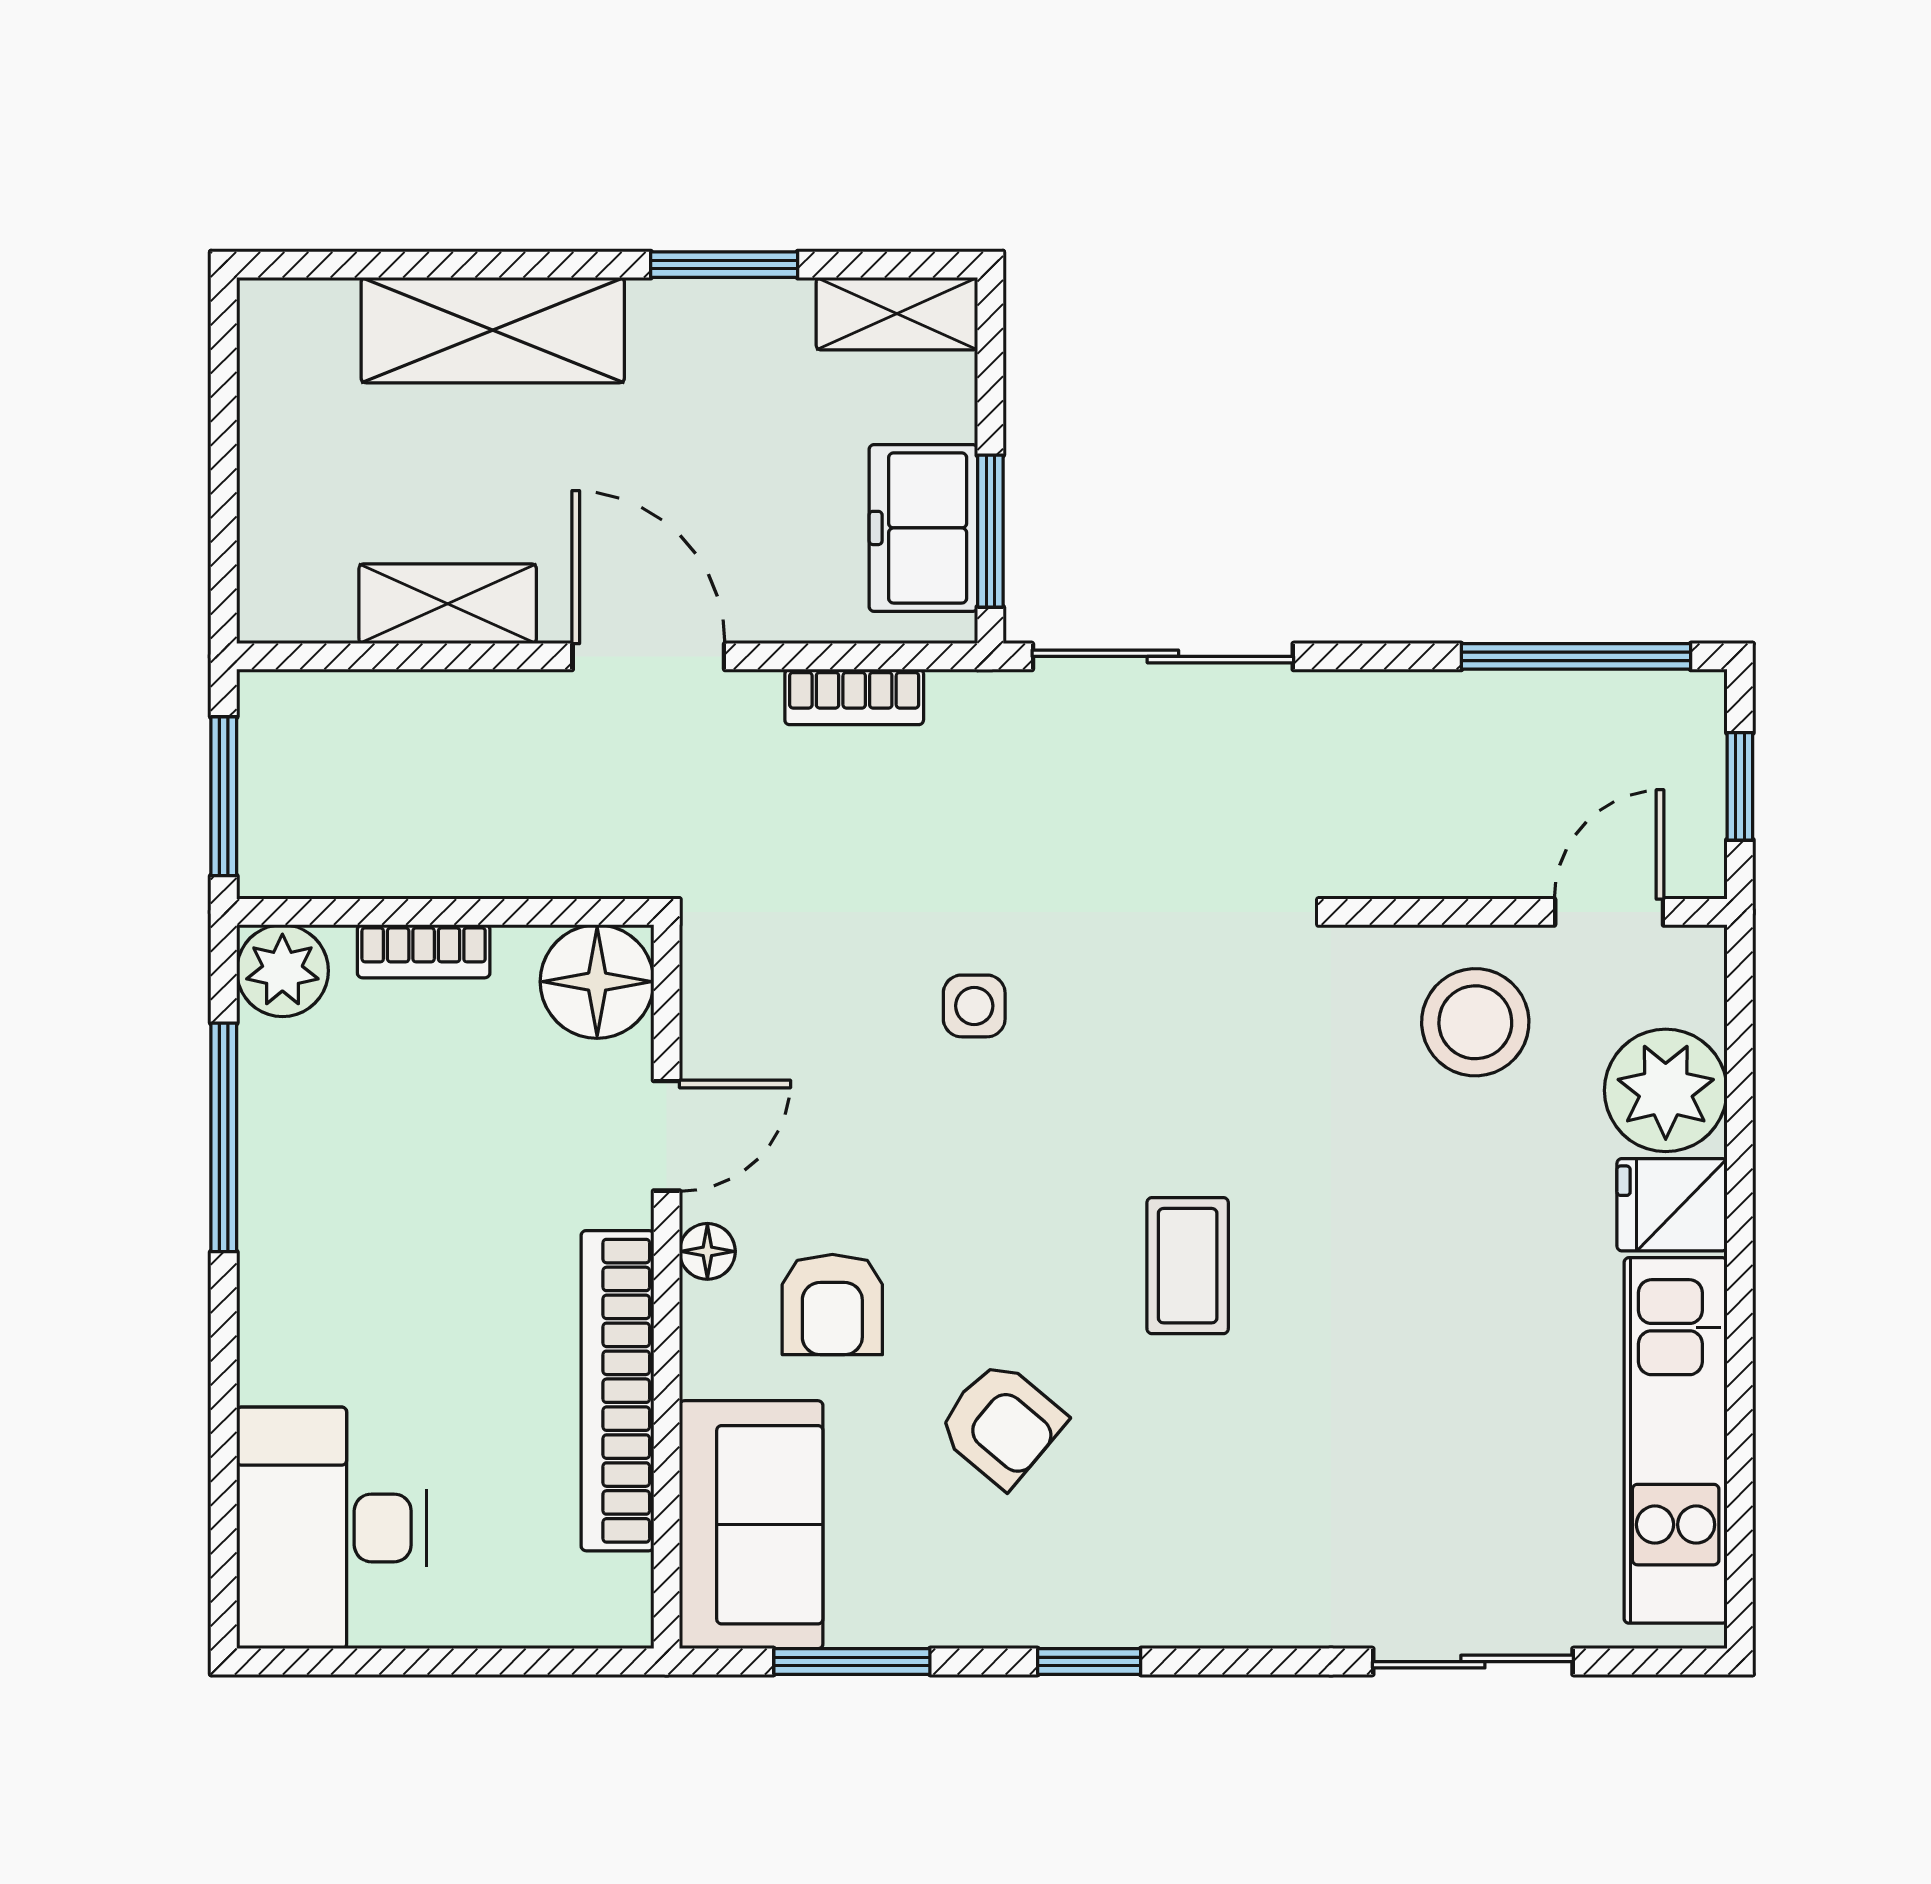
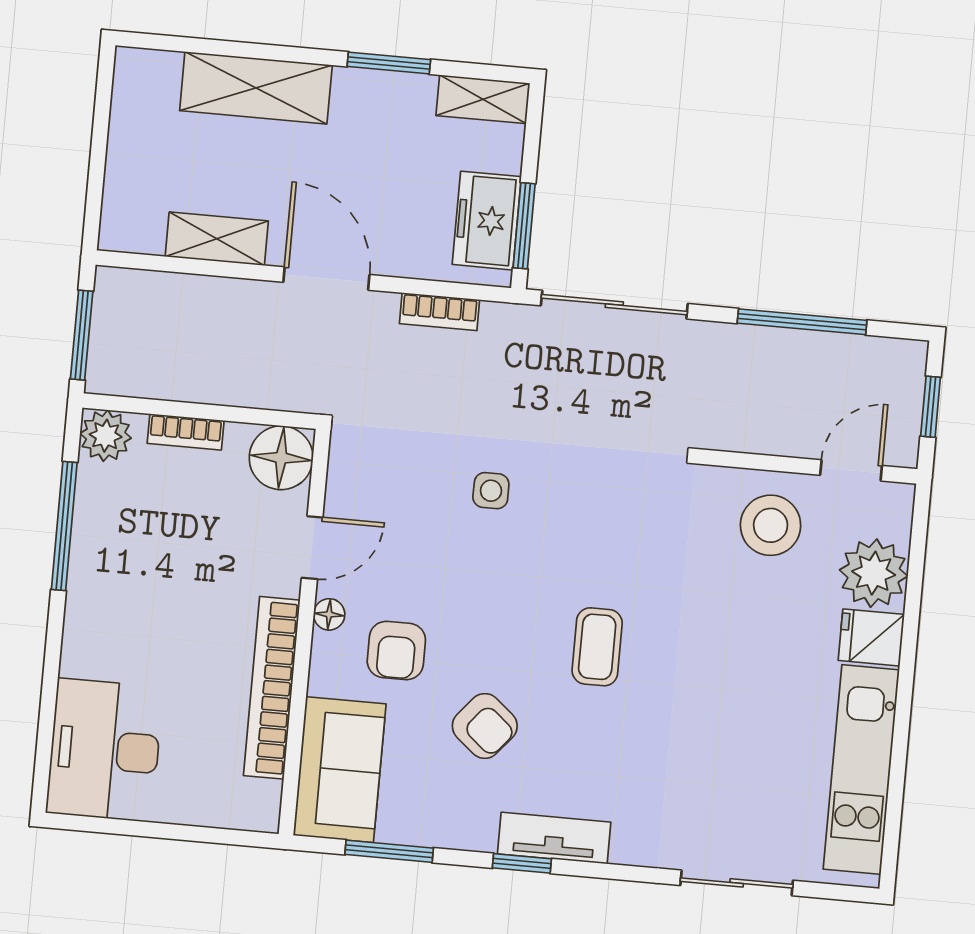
window: (1576, 656) -> (802, 322), moved
tv unit: (1142, 1611) -> (554, 838), added

